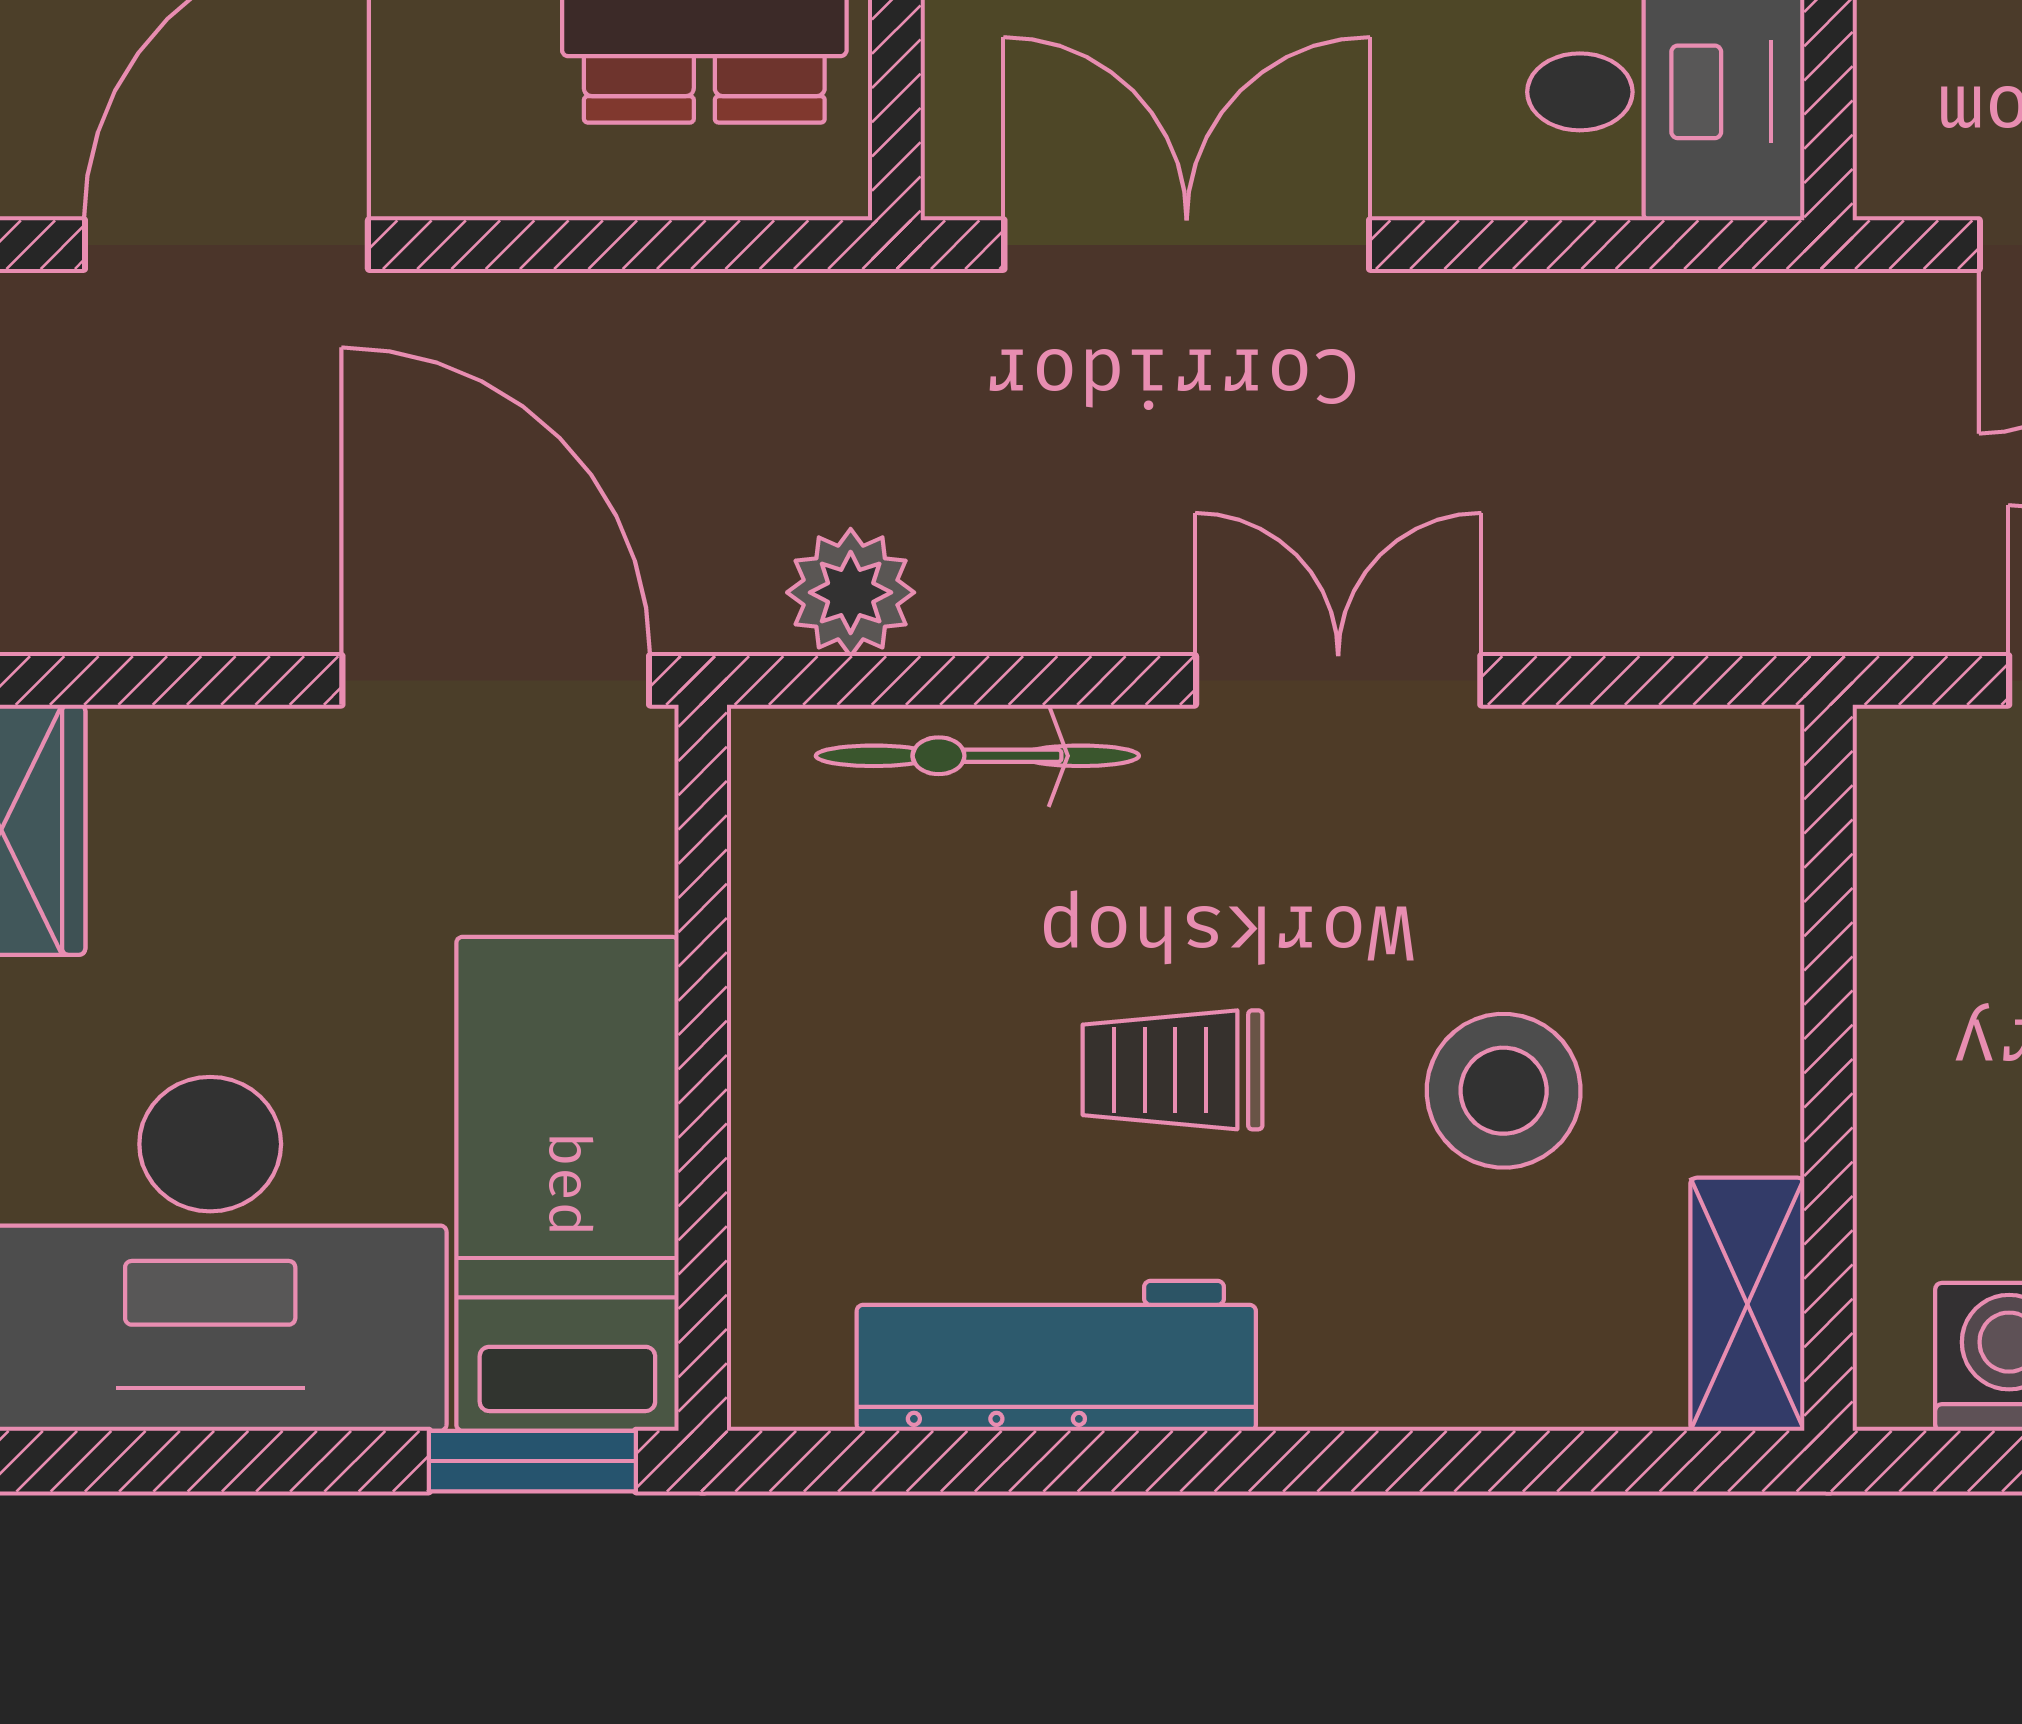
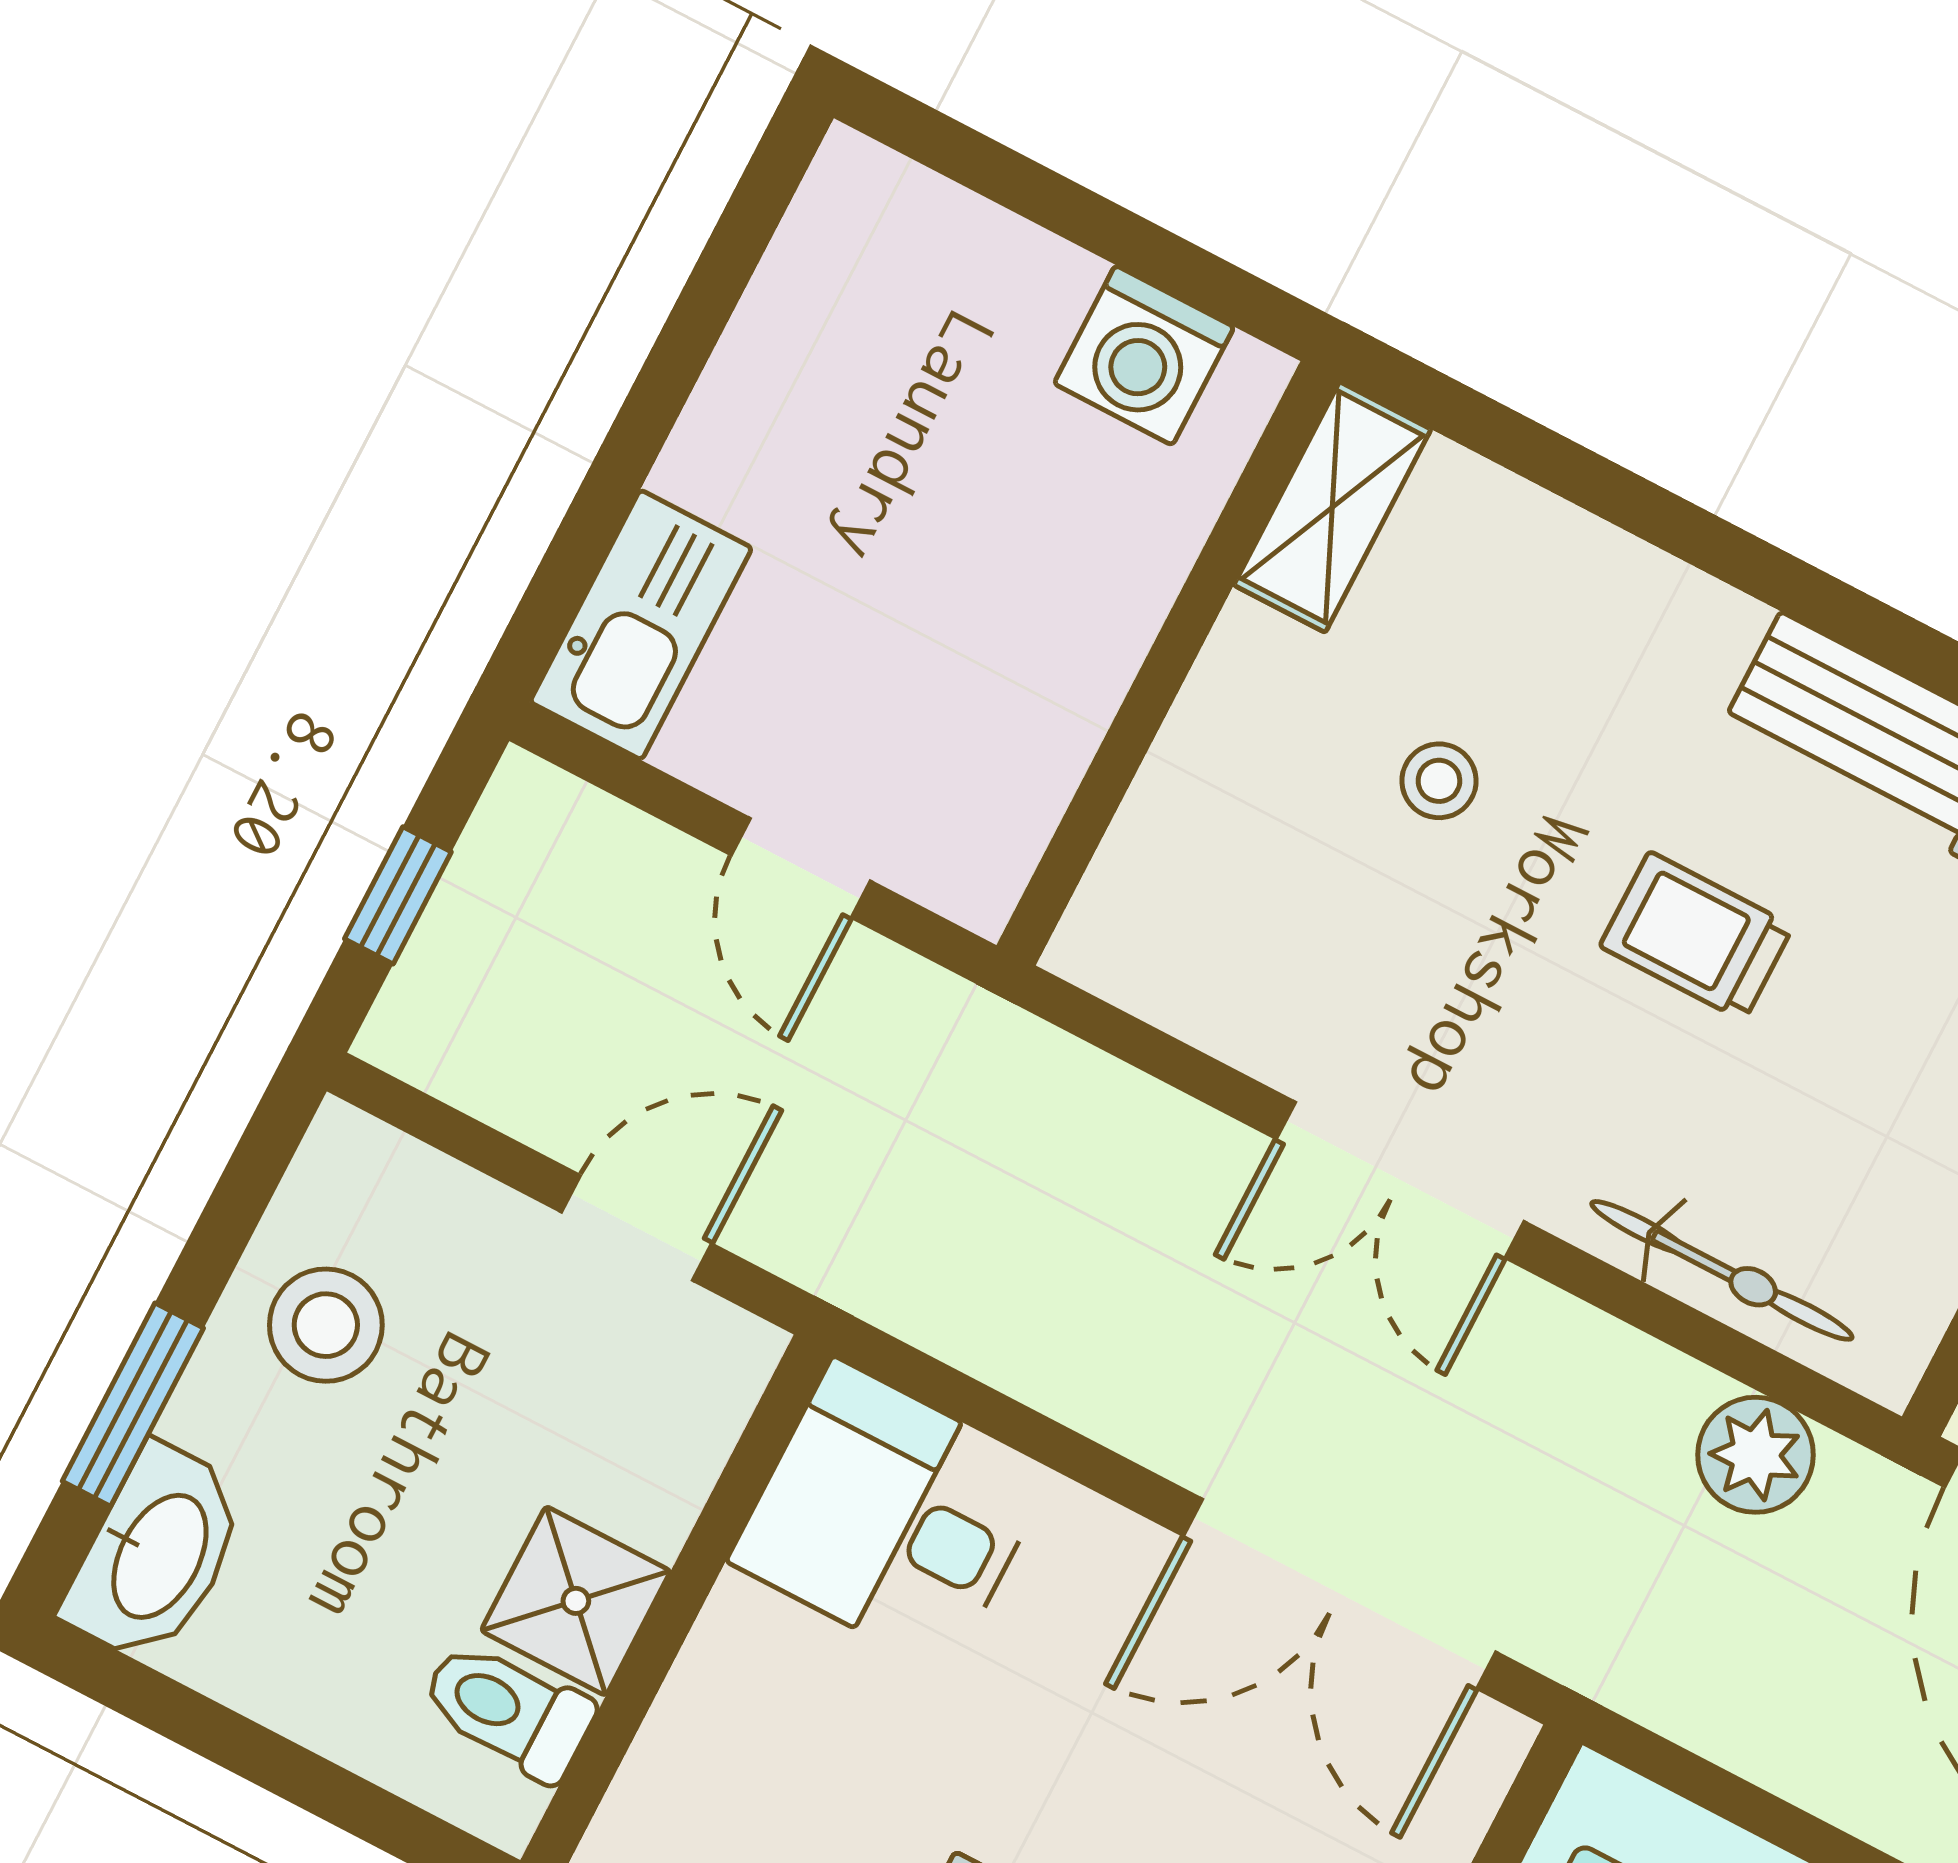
trolley: (1173, 1070) -> (1696, 936), turned 180
stool: (1504, 1091) -> (1439, 781), width x0.53, depth x0.53

